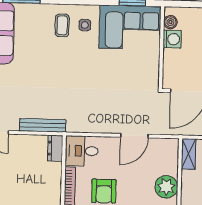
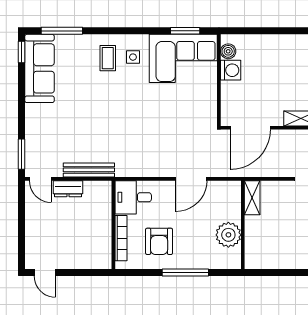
dresser: (55, 148) -> (68, 189), moved, turned -90

